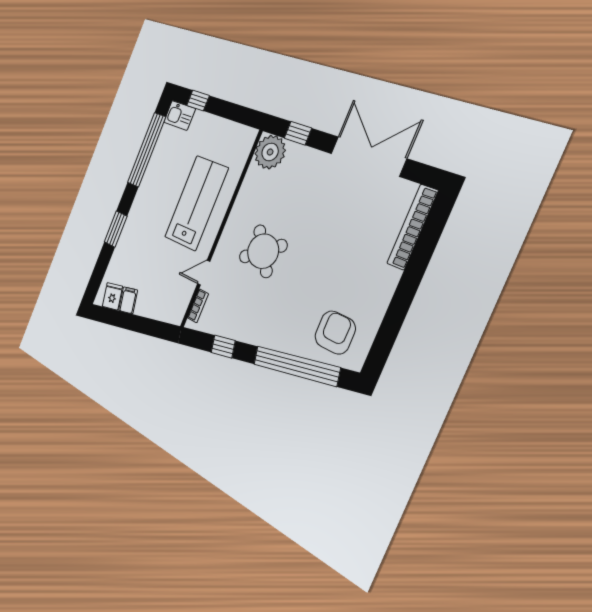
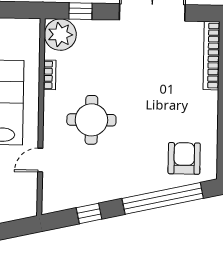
round table: (263, 251) -> (91, 120), turned 36
bookcase: (198, 306) -> (50, 75), moved

